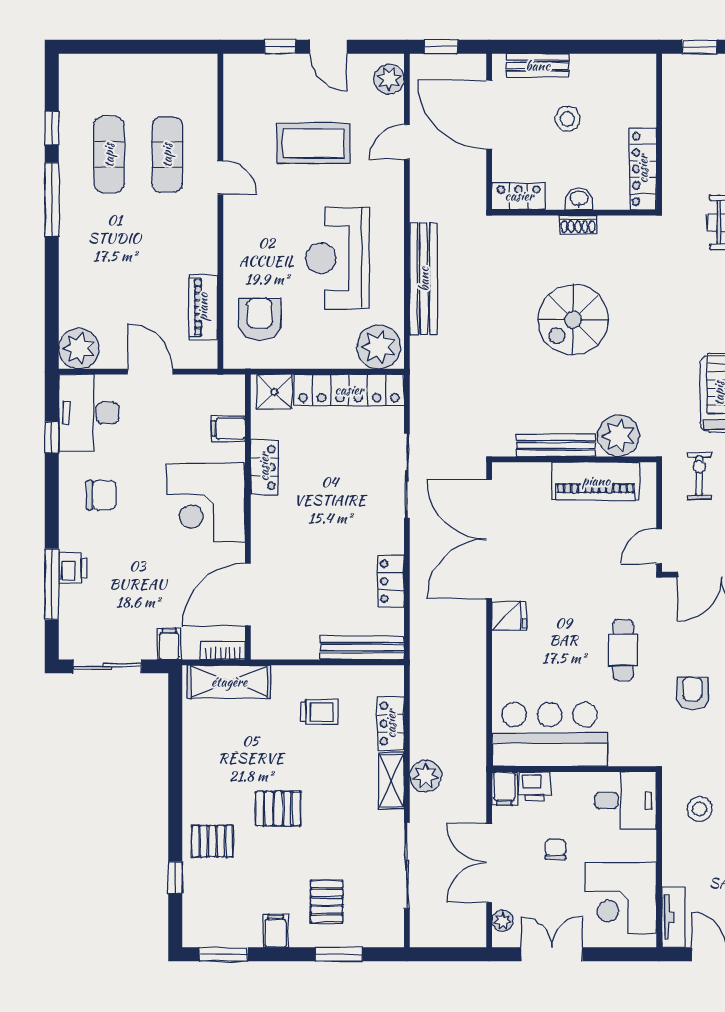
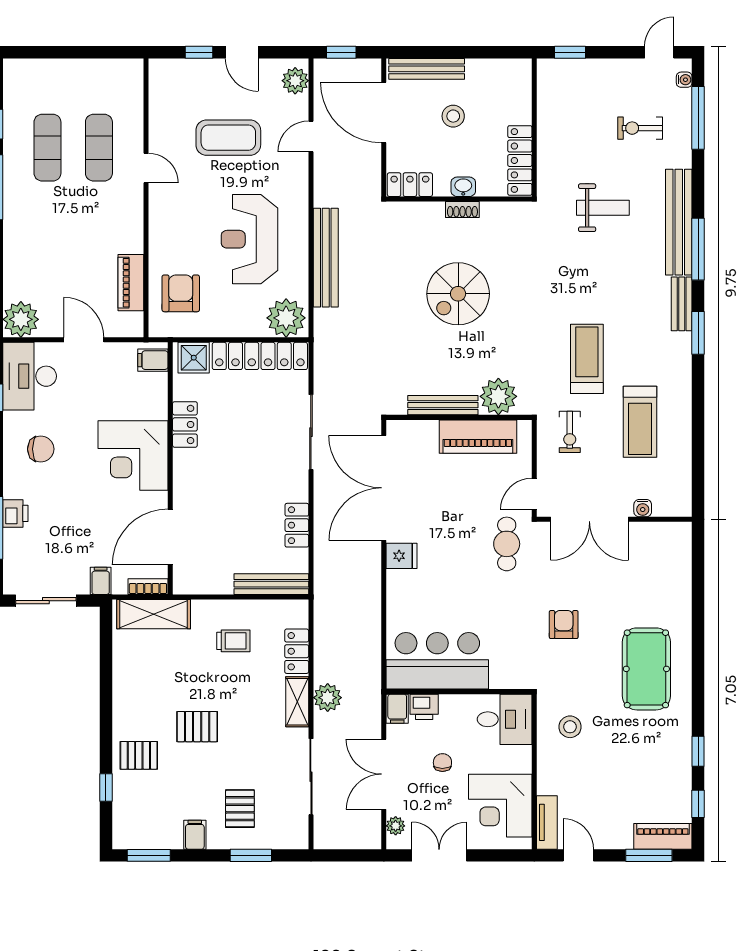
bench: (538, 66) -> (427, 69), width x1.36
filing cabinet: (228, 428) -> (153, 360), moved
exercise bike: (699, 476) -> (570, 432), turned 180
cafe table: (623, 650) -> (507, 544), moved

